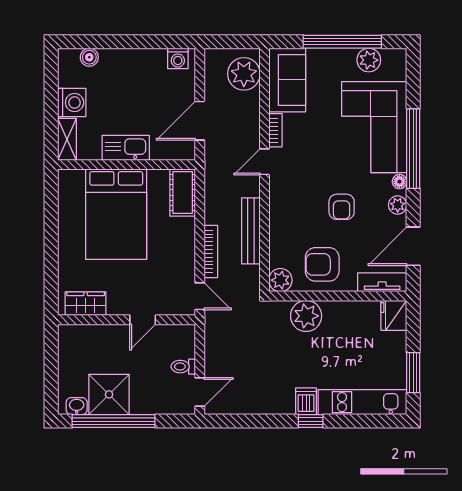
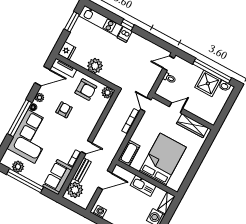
bench: (251, 231) -> (82, 170), moved, width x0.73
wardrobe: (86, 304) -> (192, 126), width x1.50
plant: (306, 316) -> (95, 66), moved

